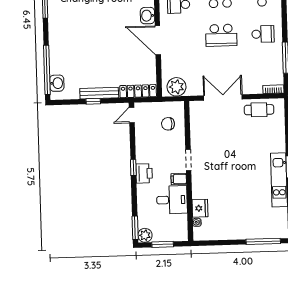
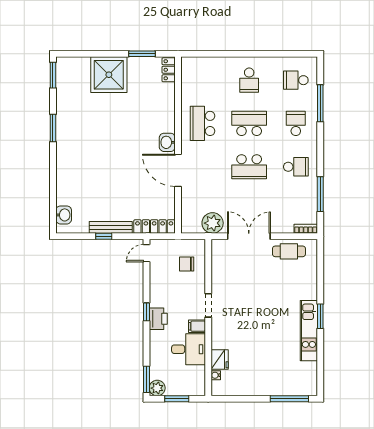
window: (47, 70) -> (53, 200), removed
plant: (177, 87) -> (213, 223), moved

